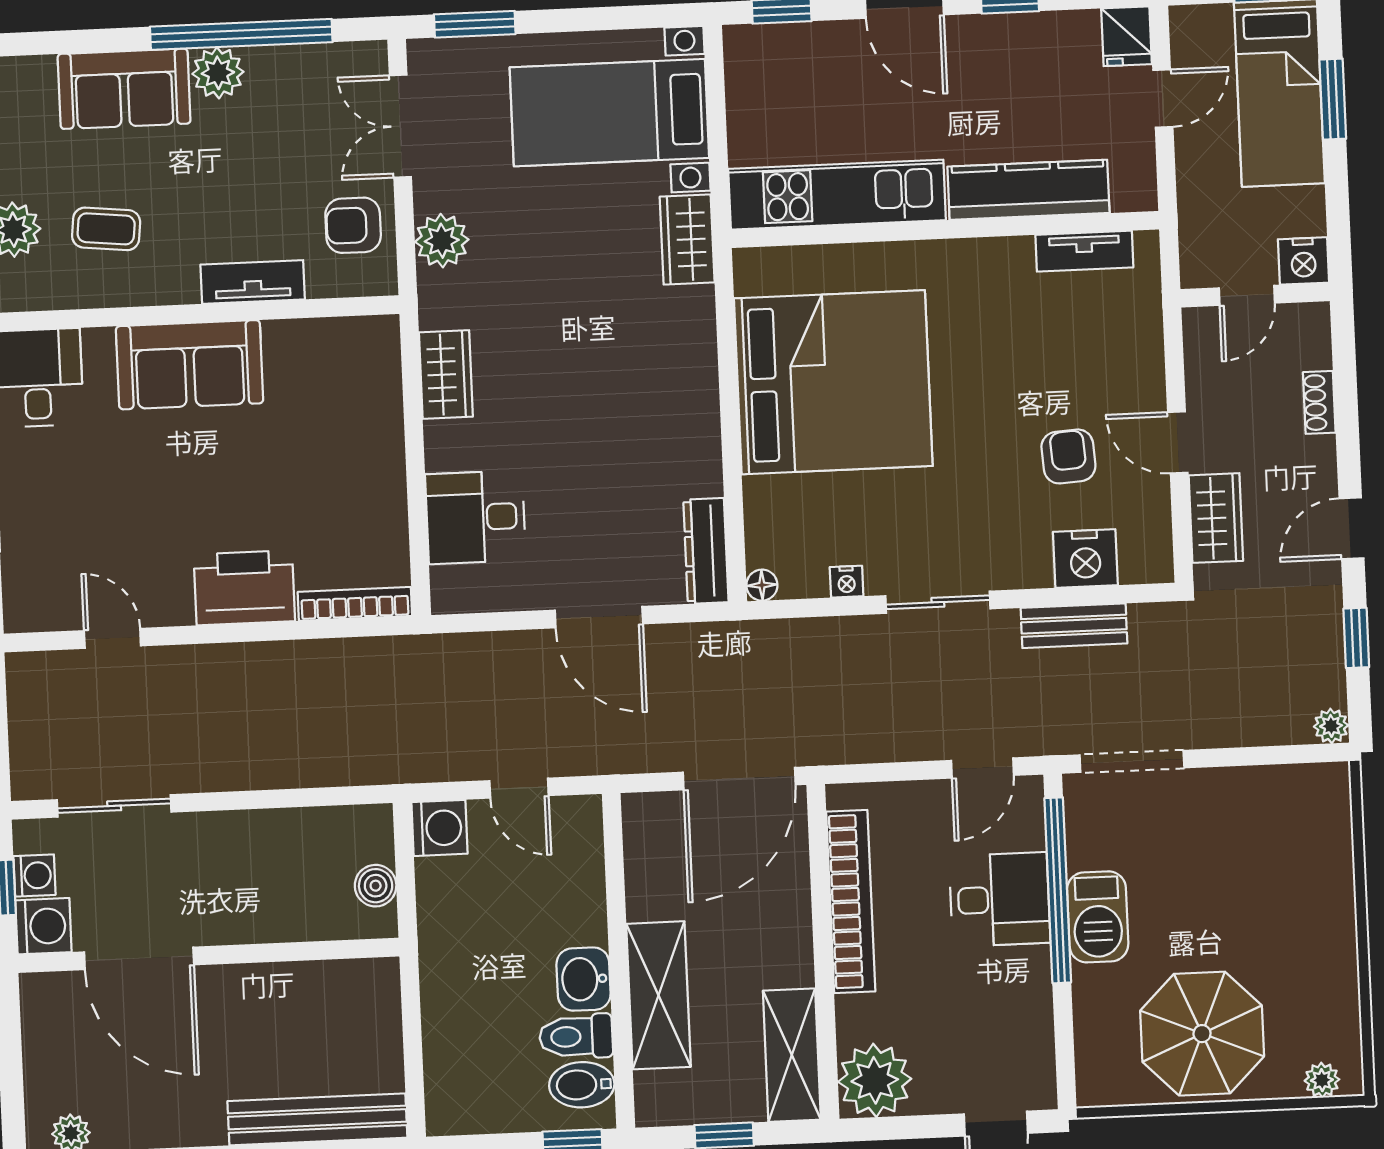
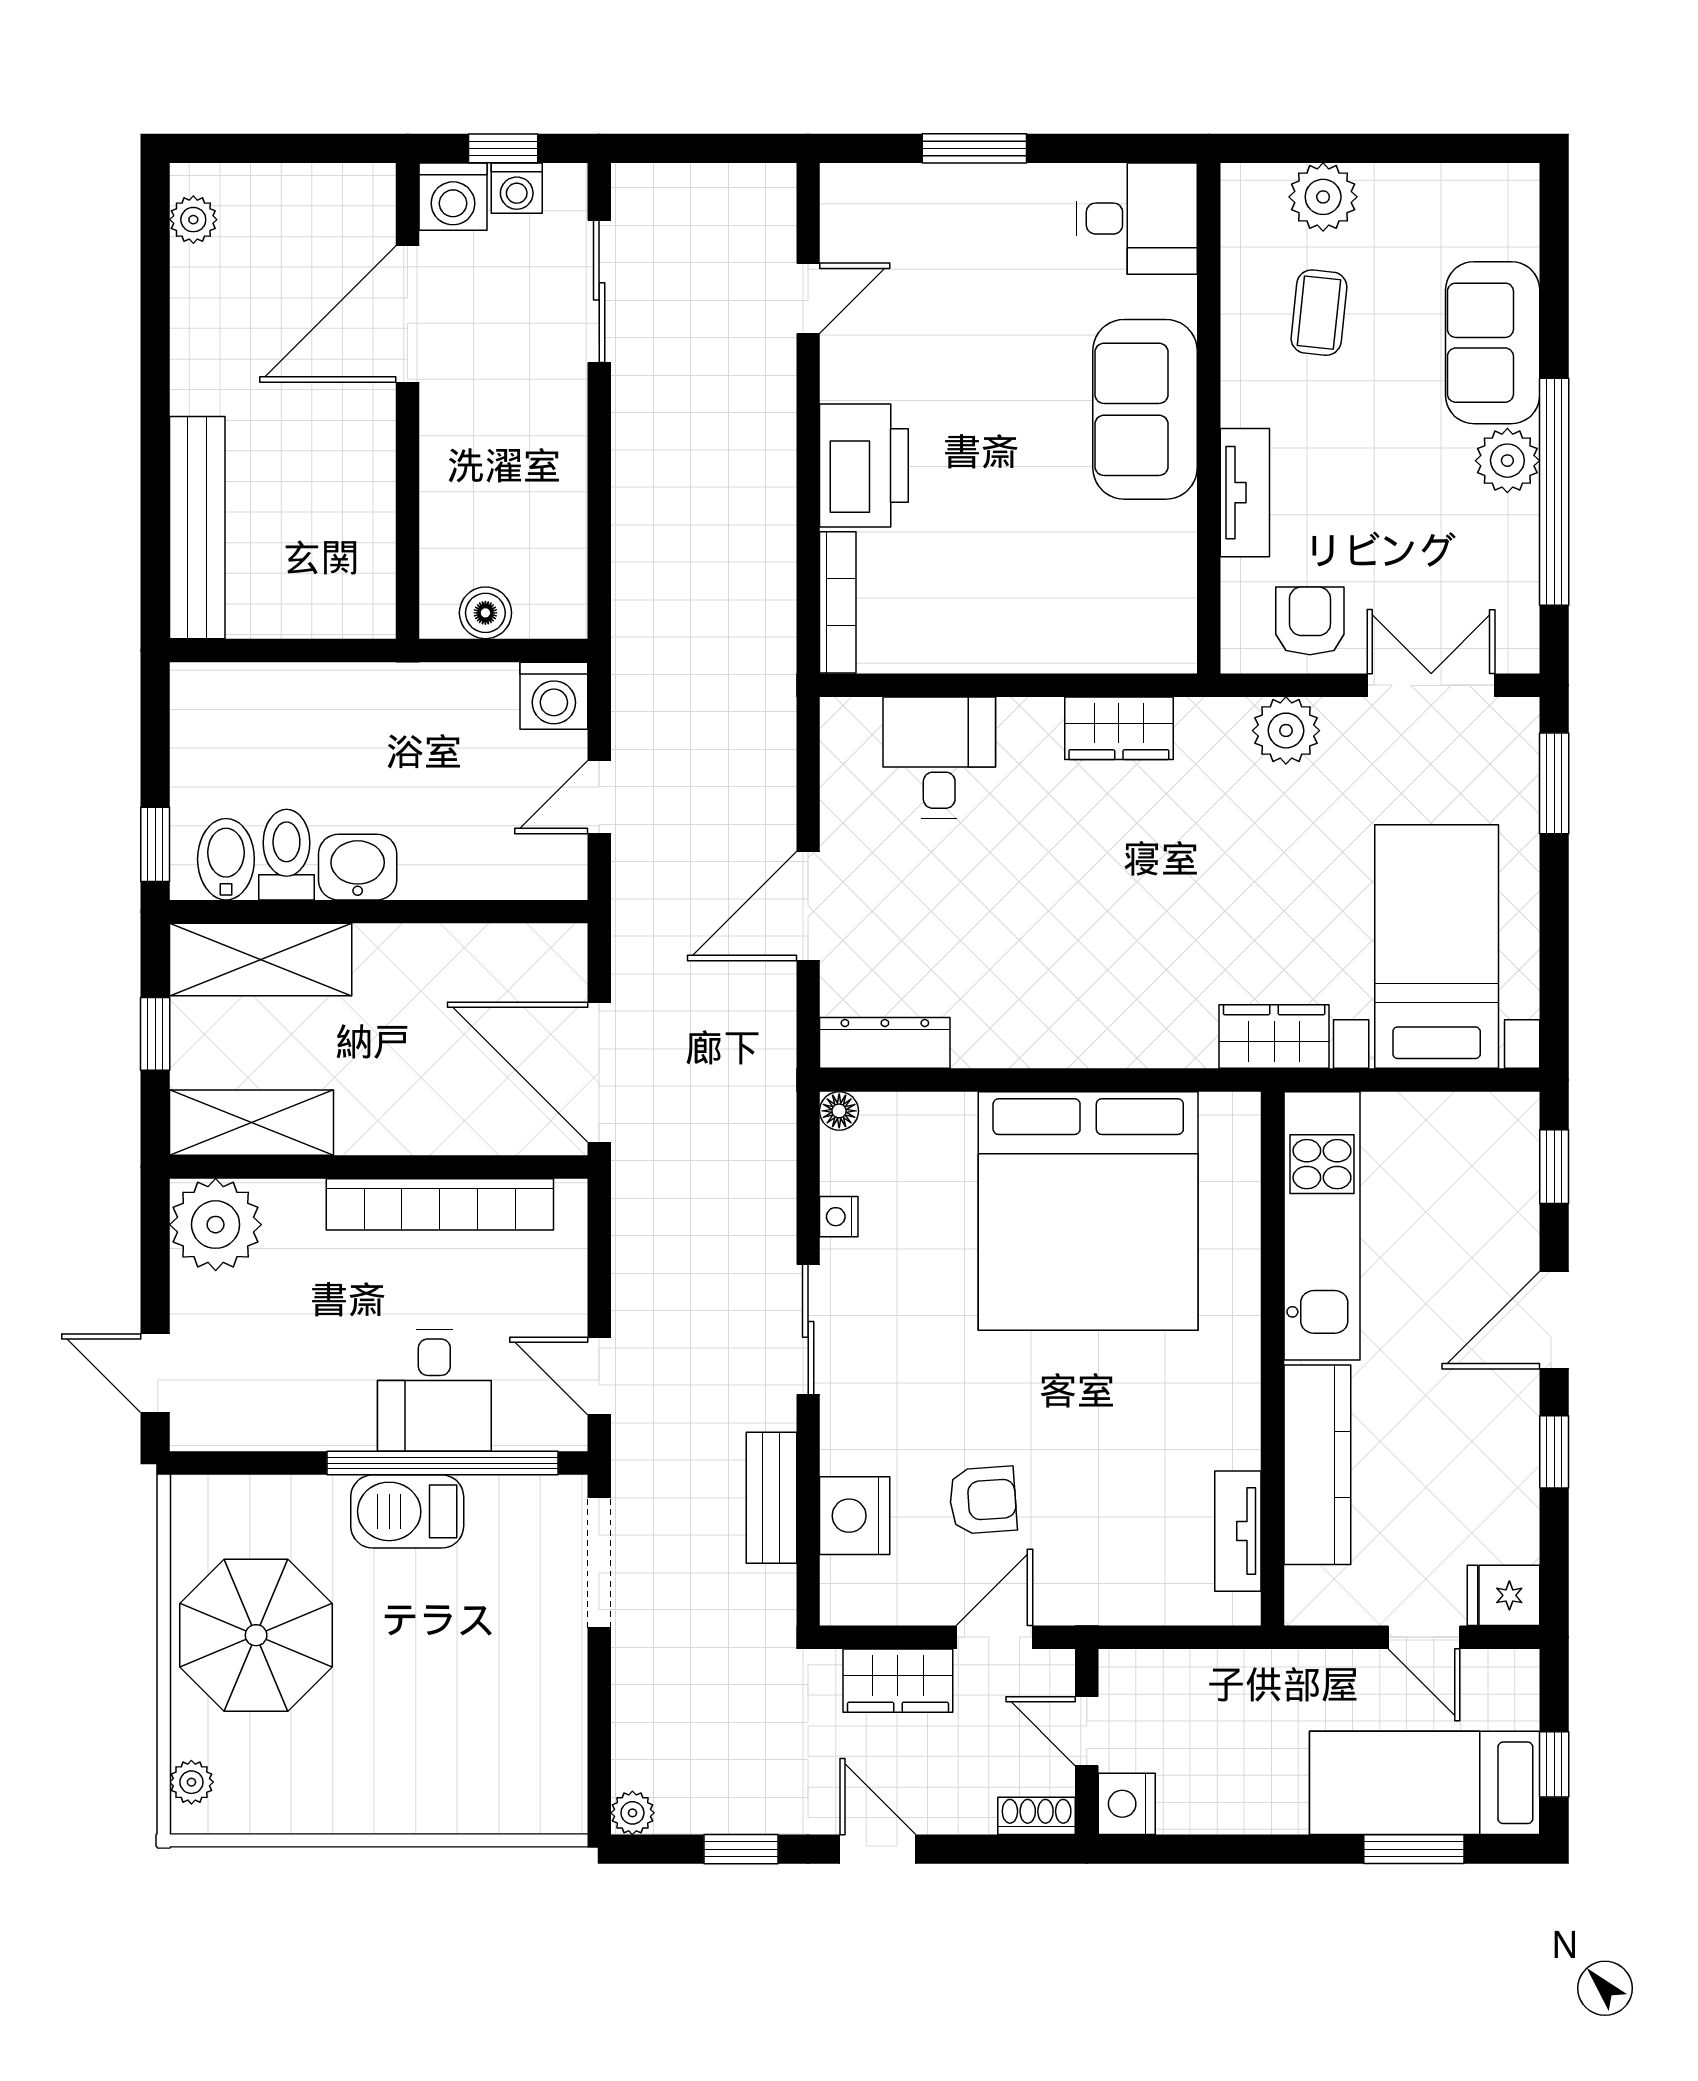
nightstand: (1304, 261) -> (1127, 1804), moved
door: (1247, 295) -> (1087, 1731), moved
wall: (1255, 295) -> (1087, 1742), moved
shelving: (658, 995) -> (261, 960), moved

